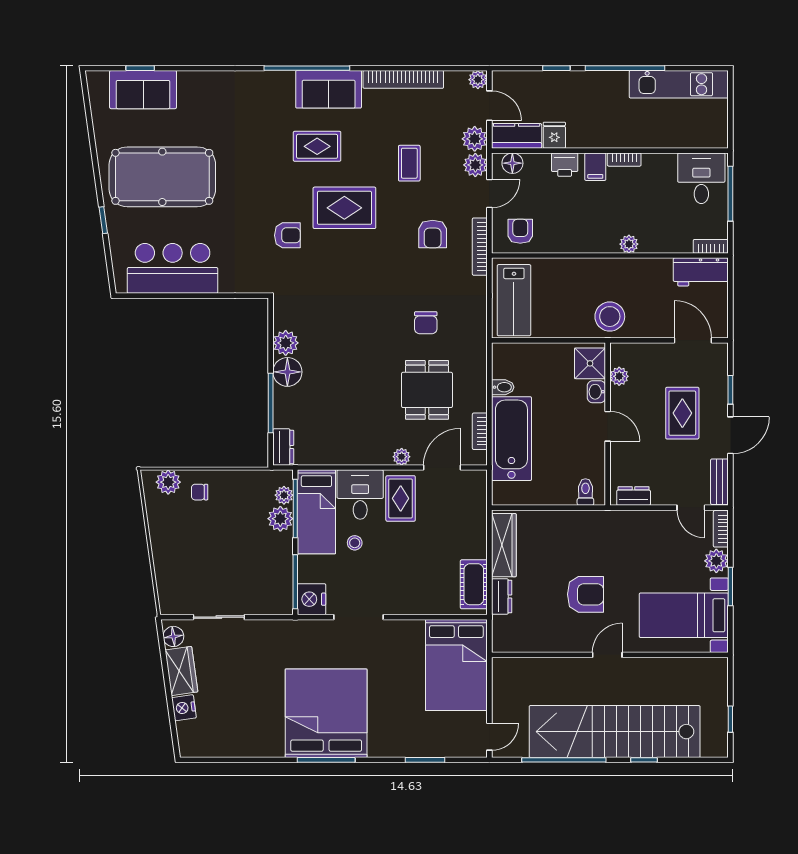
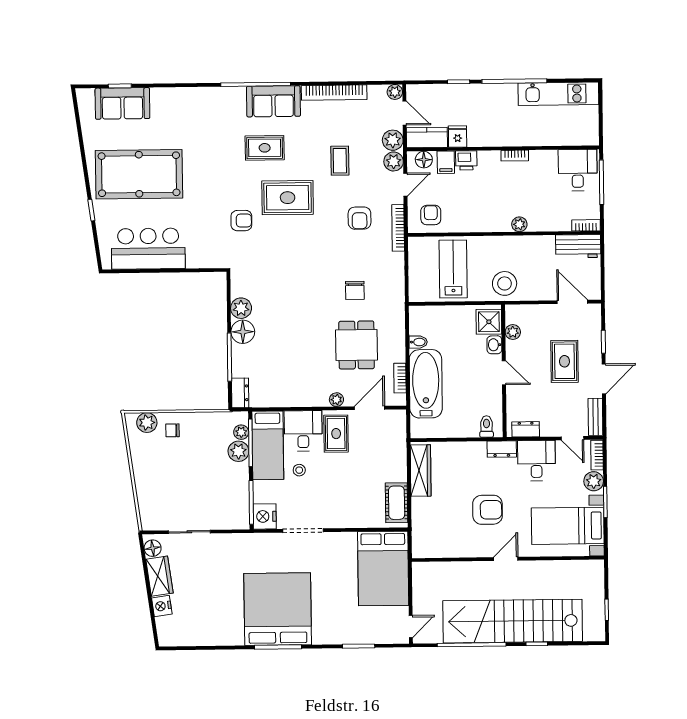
filing cabinet: (595, 167) -> (446, 162), moved
lab bench: (514, 300) -> (453, 269), moved, turned 180
desk: (646, 535) -> (536, 461), added
dresser: (502, 596) -> (502, 449), moved, turned 90

